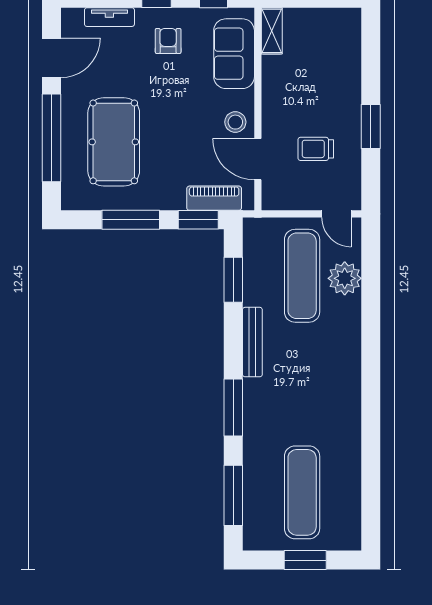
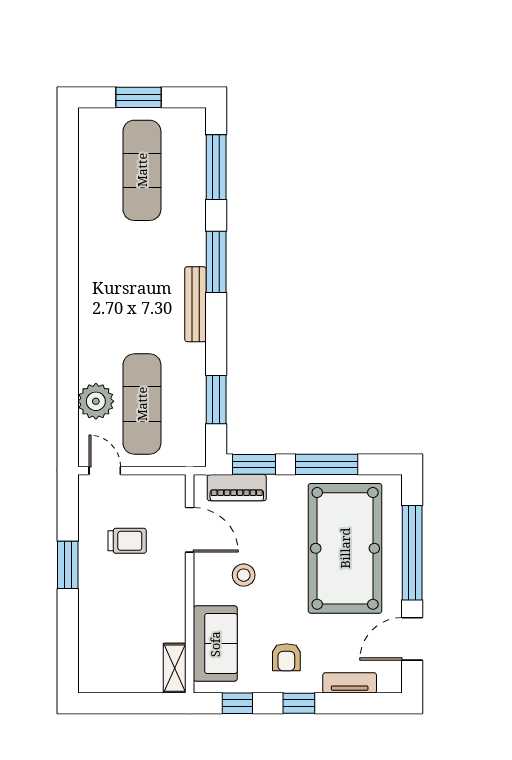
stool: (235, 122) -> (244, 575), moved
pool table: (114, 142) -> (345, 548), width x1.36, depth x1.32
bench: (252, 342) -> (195, 304), moved

